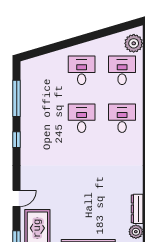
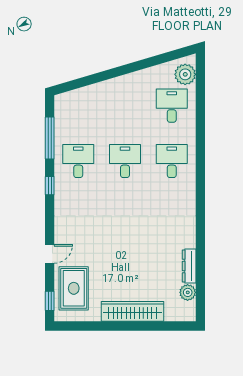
desk: (82, 70) -> (78, 161), moved

